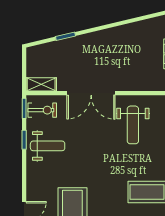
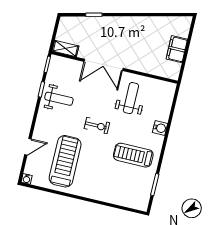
exercise bike: (42, 110) -> (97, 126), moved
weight bench: (133, 125) -> (131, 98), turned 180

